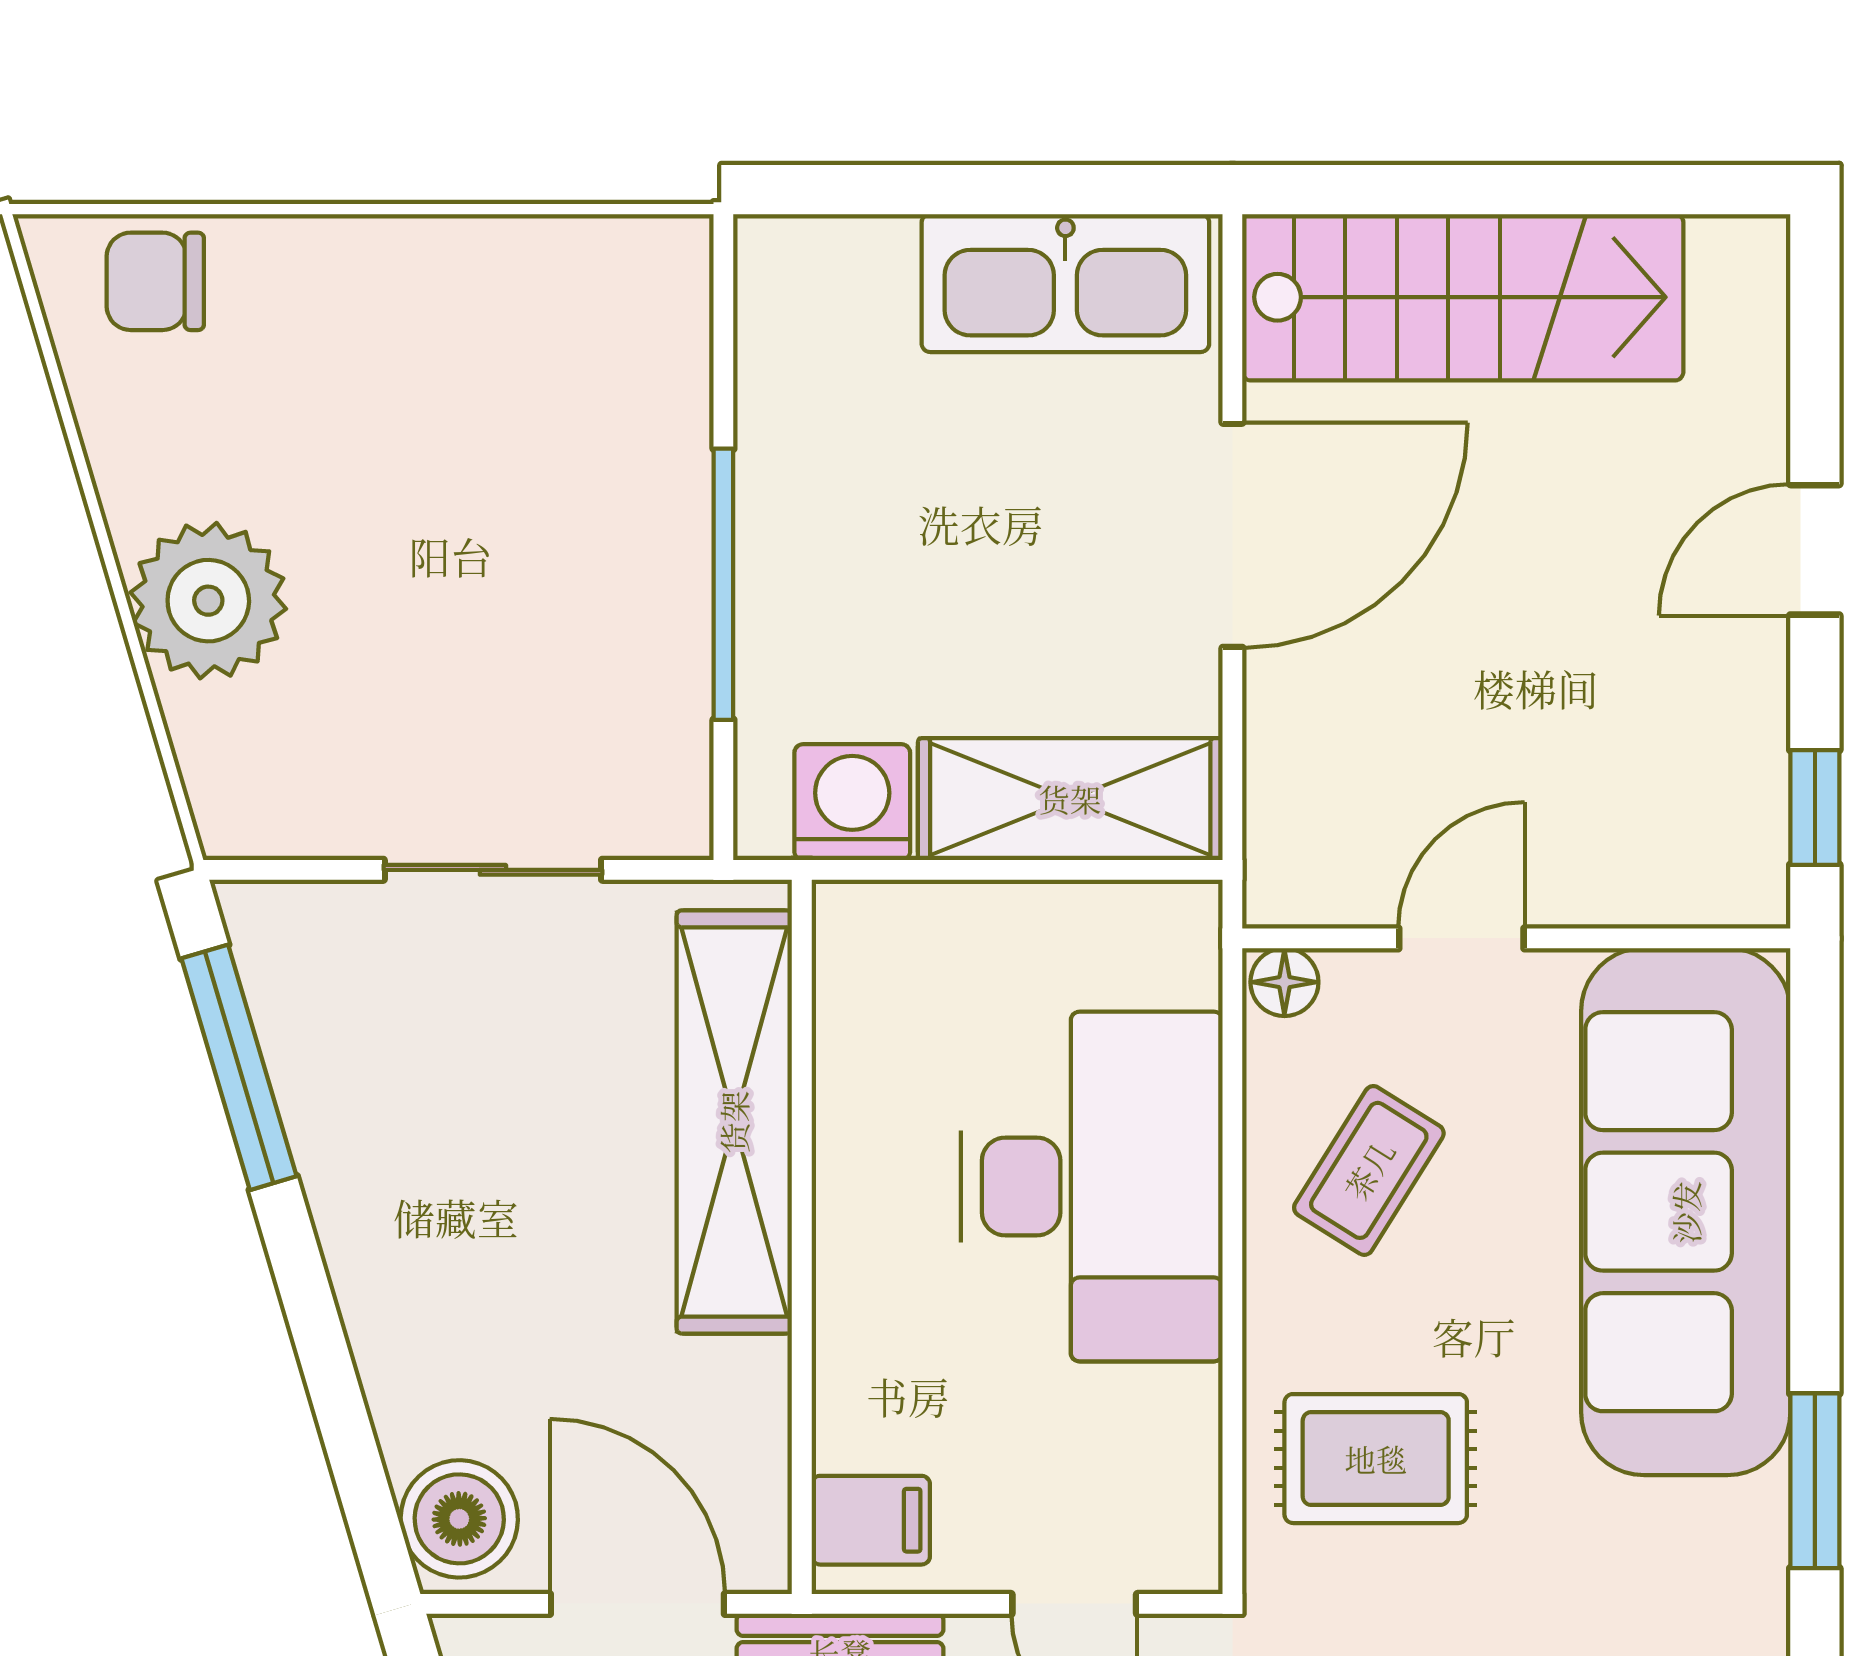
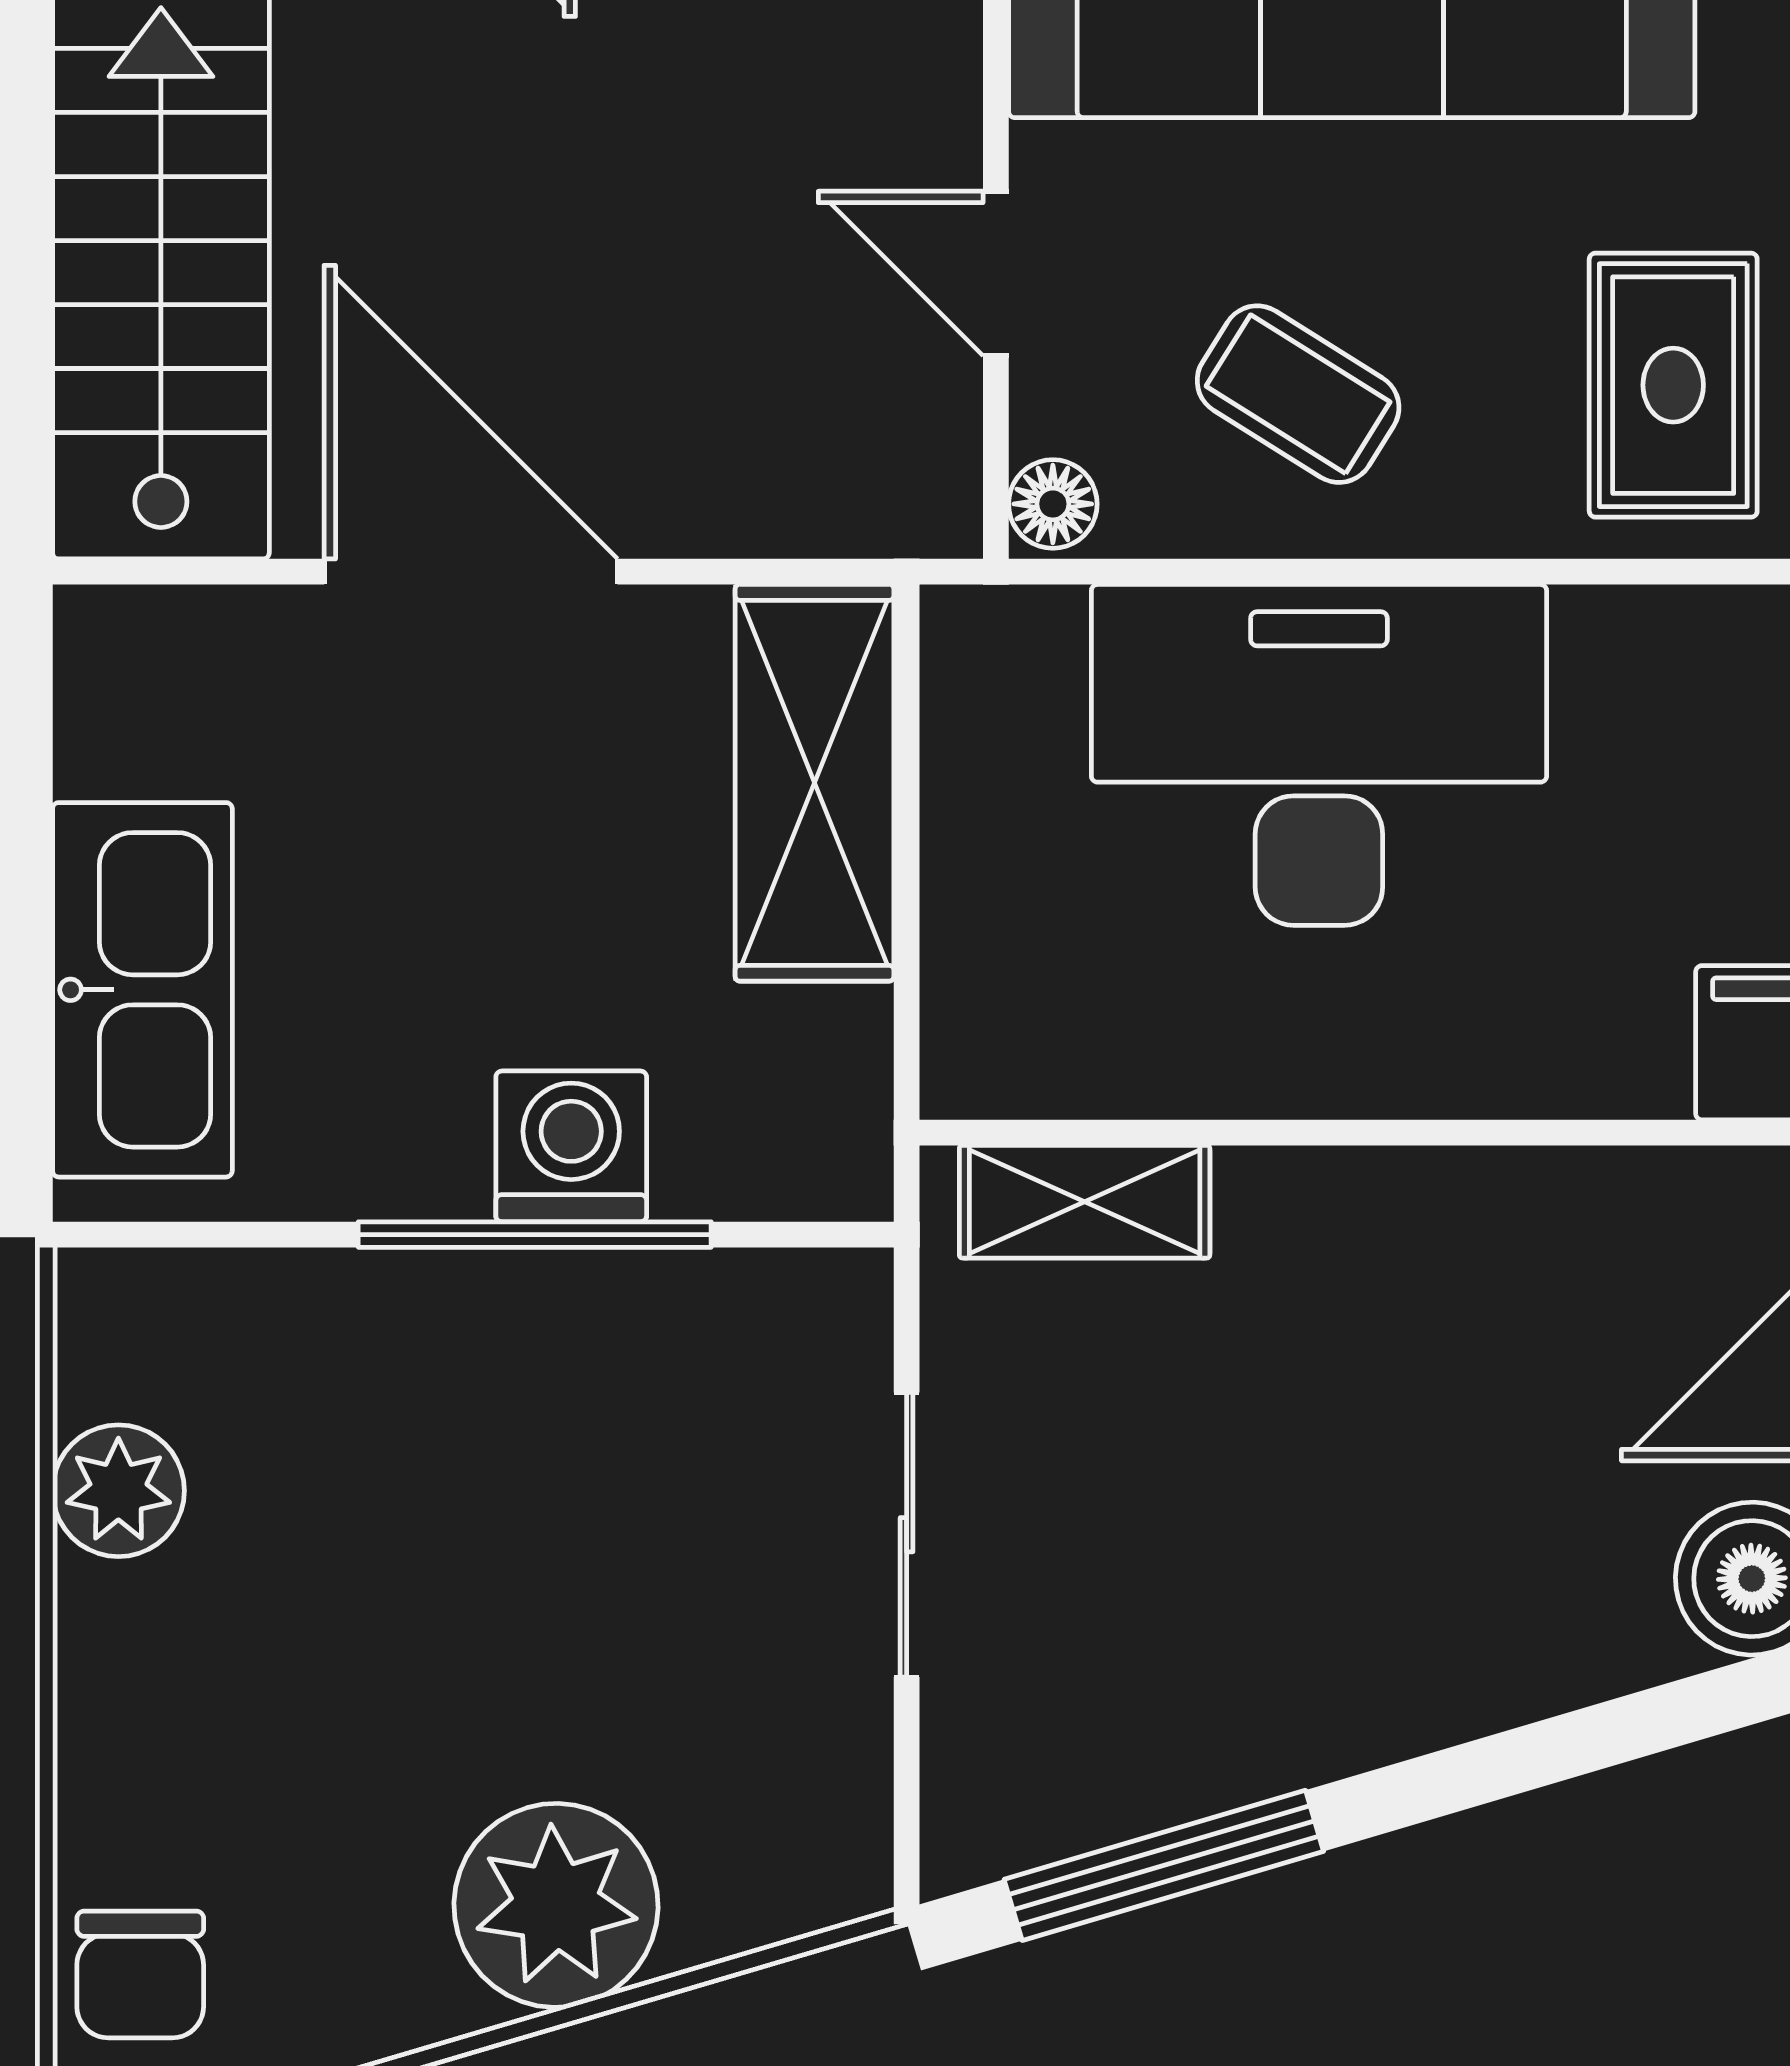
plant: (527, 265) -> (118, 1491), added
kitchen sink: (1065, 283) -> (142, 990), moved
washing machine: (852, 802) -> (571, 1146), moved, turned 90
shelving: (734, 1122) -> (1085, 1202), width x0.45, depth x0.75

